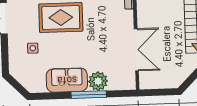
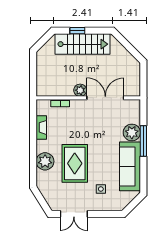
plant: (144, 21) -> (80, 90), added
sofa: (67, 80) -> (130, 166), width x1.36

